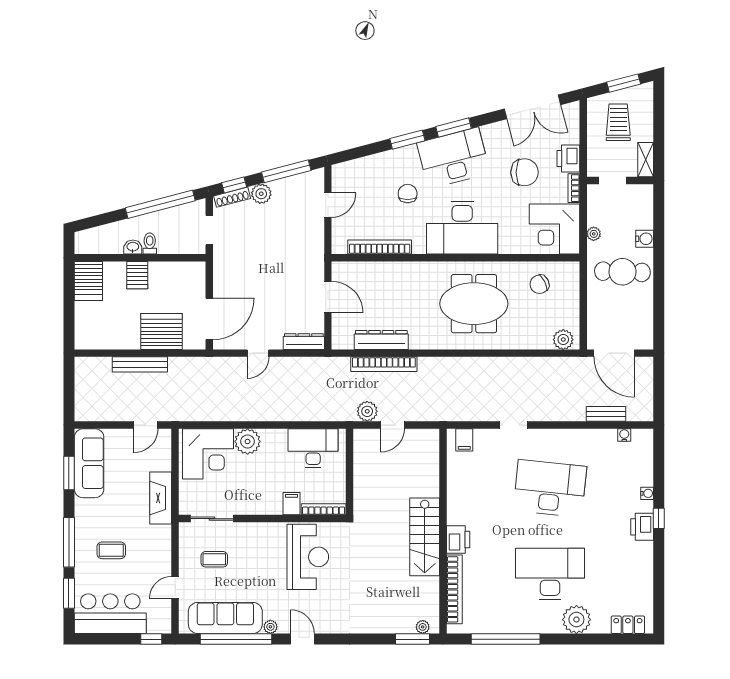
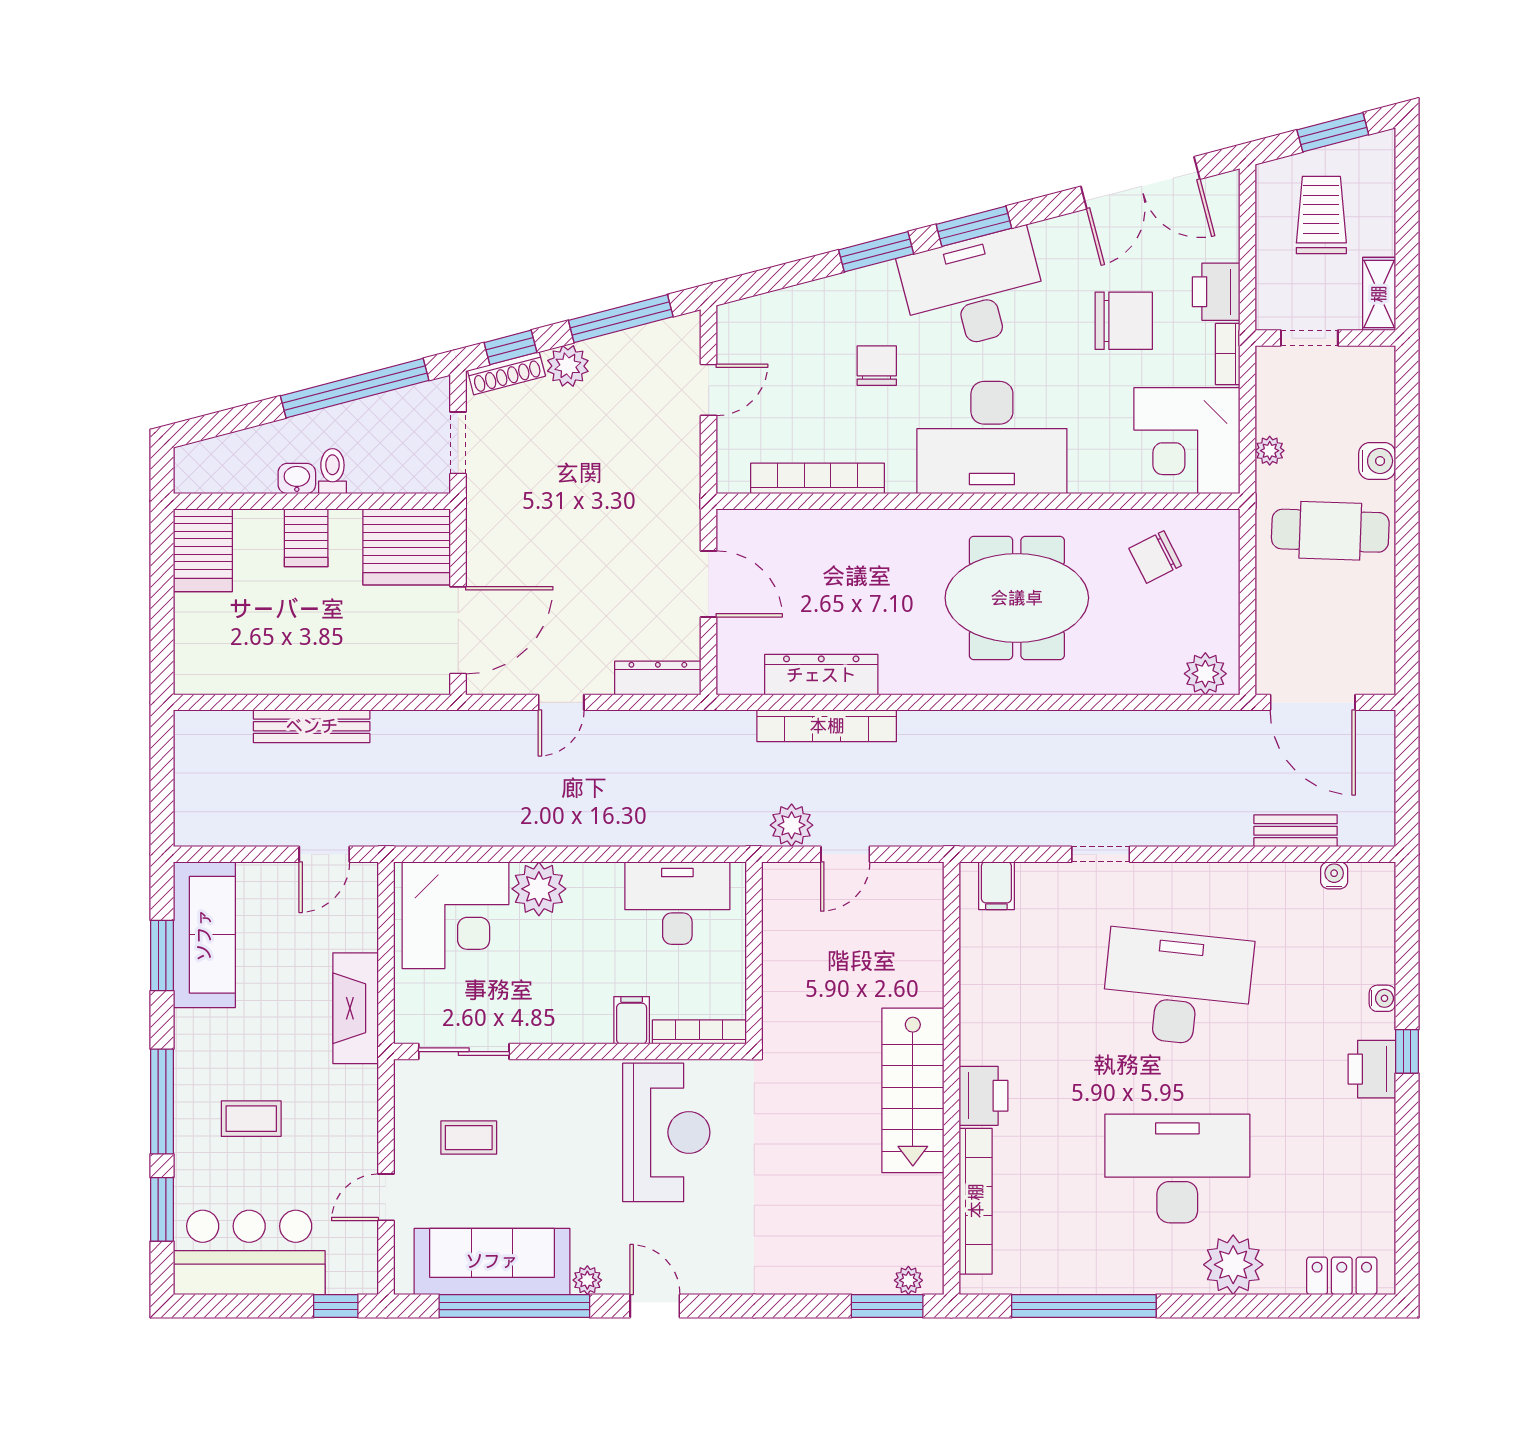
server rack: (161, 332) -> (406, 547), moved, turned 180

